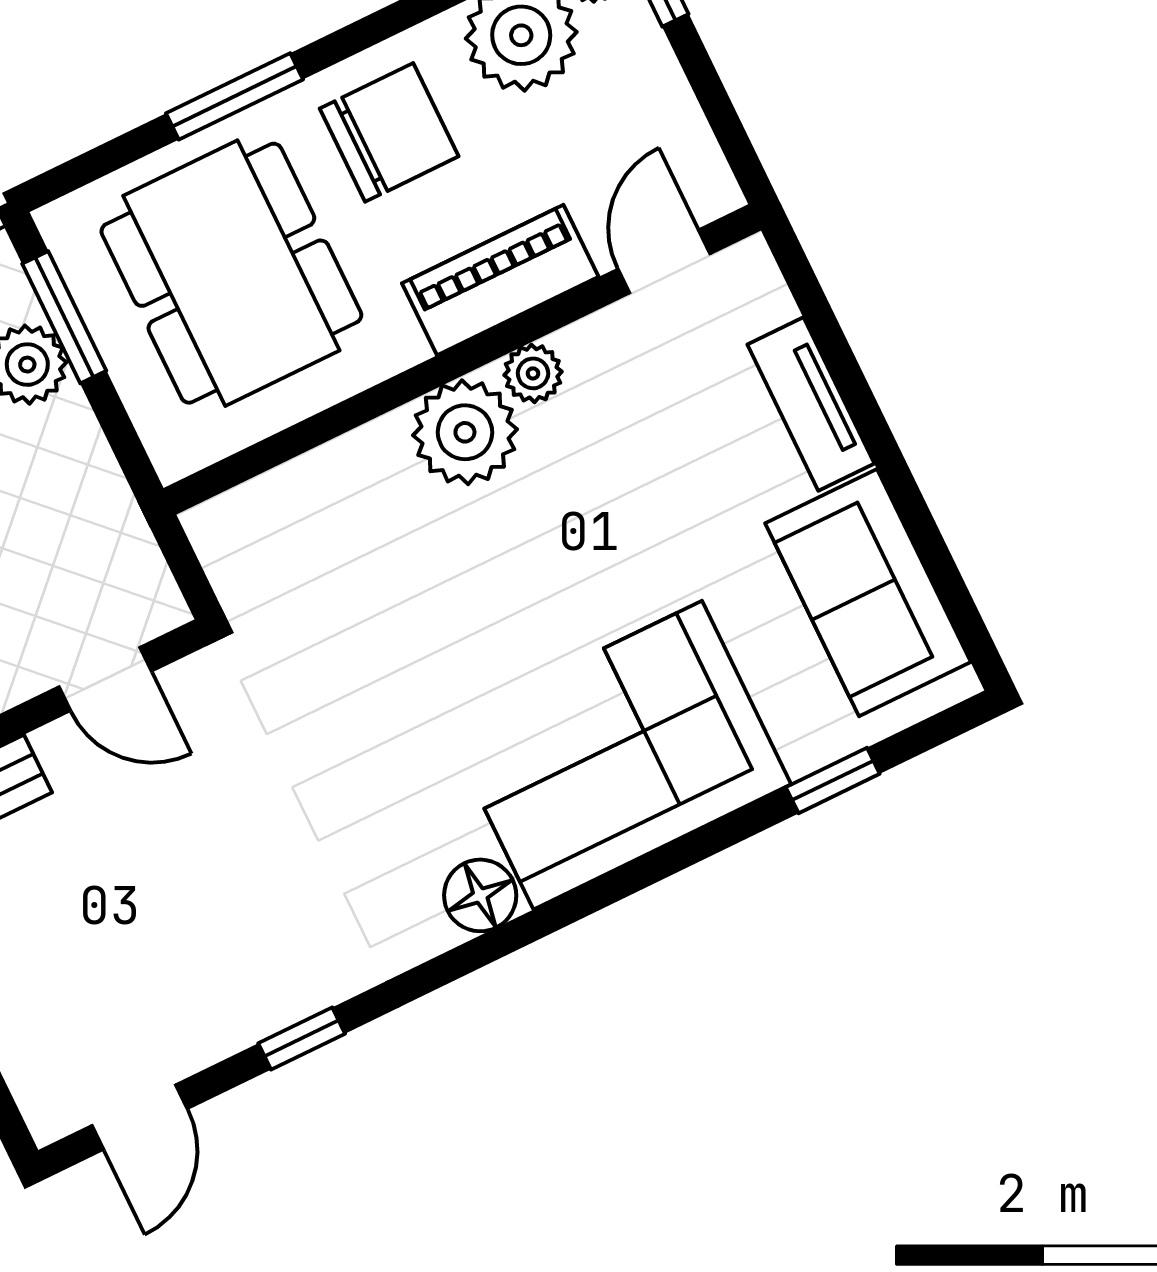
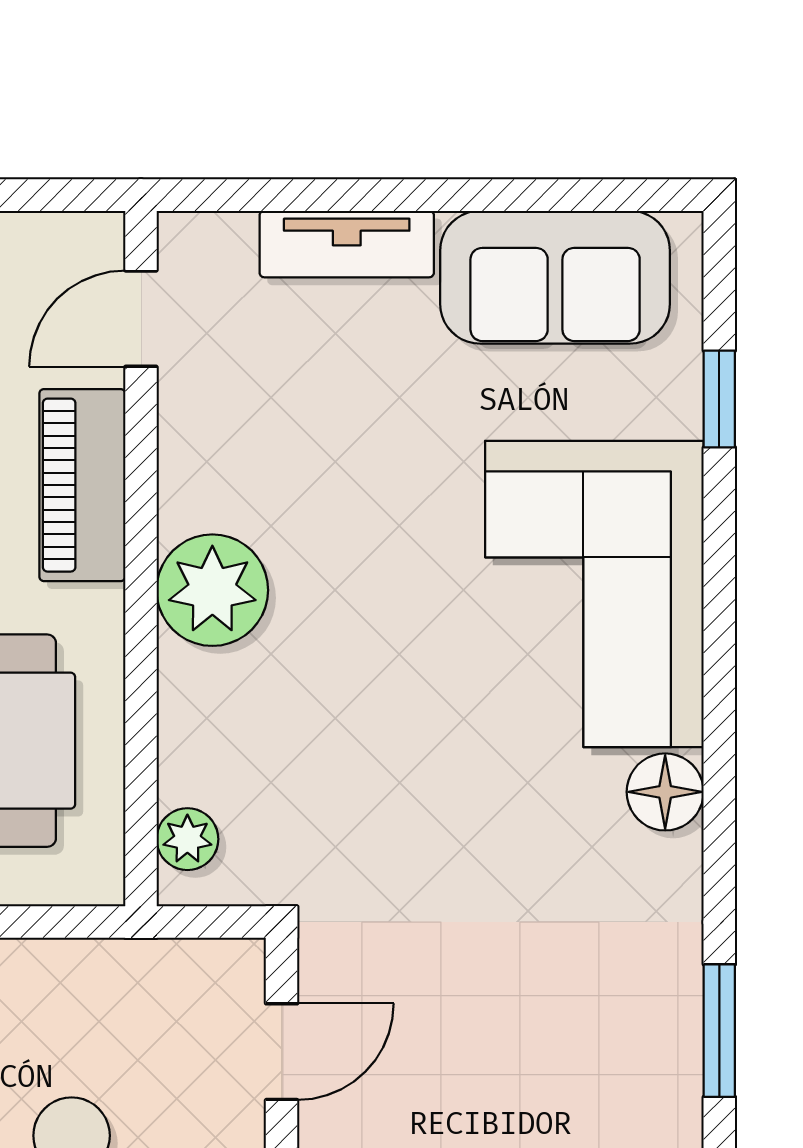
door: (664, 261) -> (141, 319), hinge flipped
plant: (533, 373) -> (187, 839), moved
window: (302, 1038) -> (719, 1031), width x1.50

